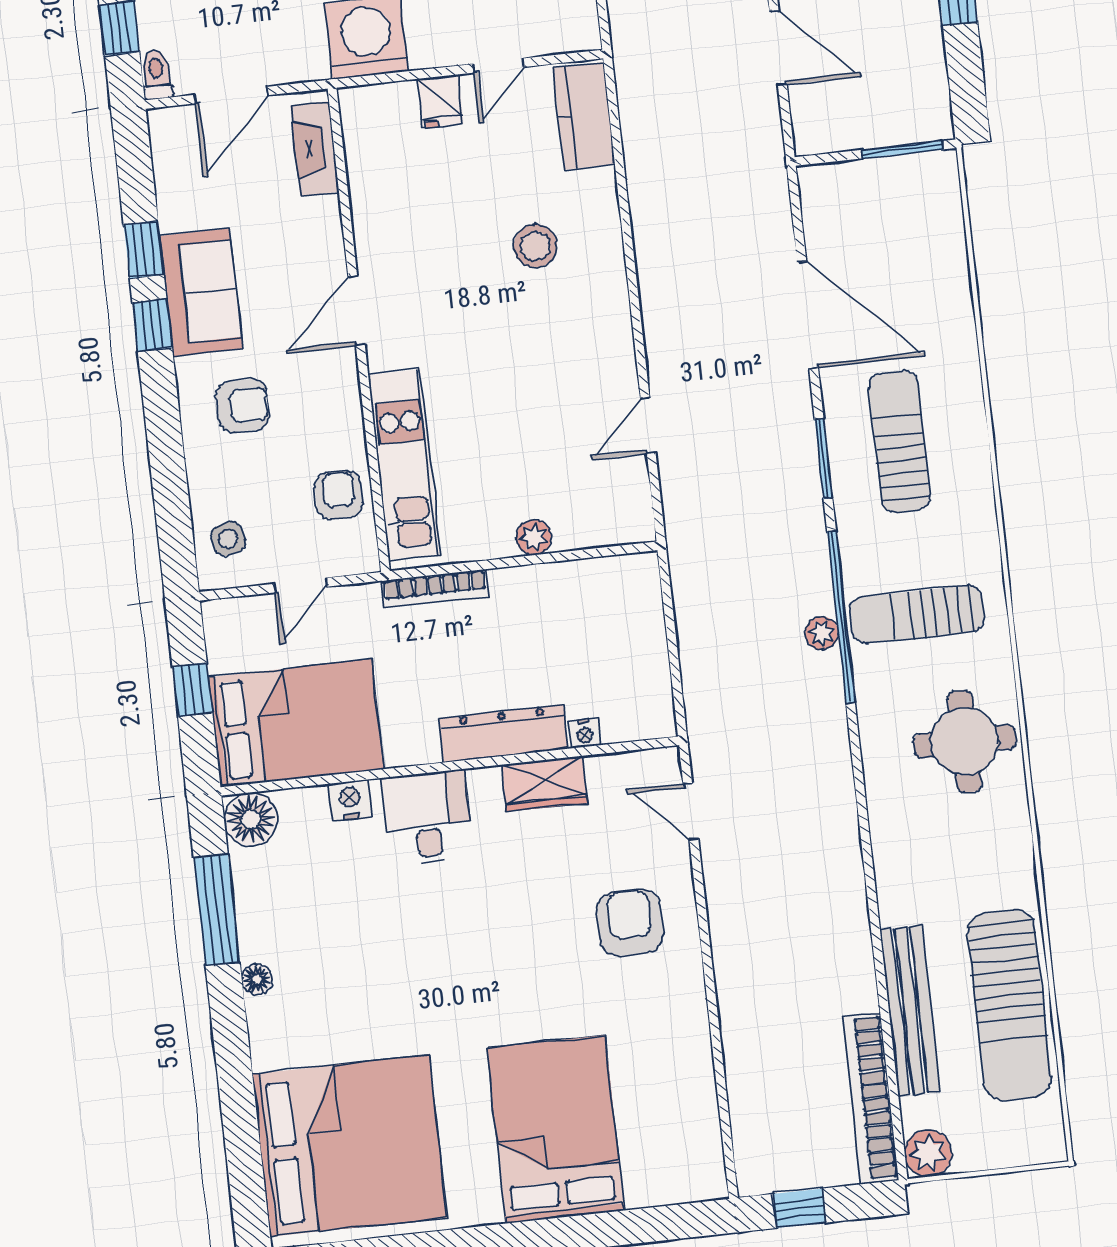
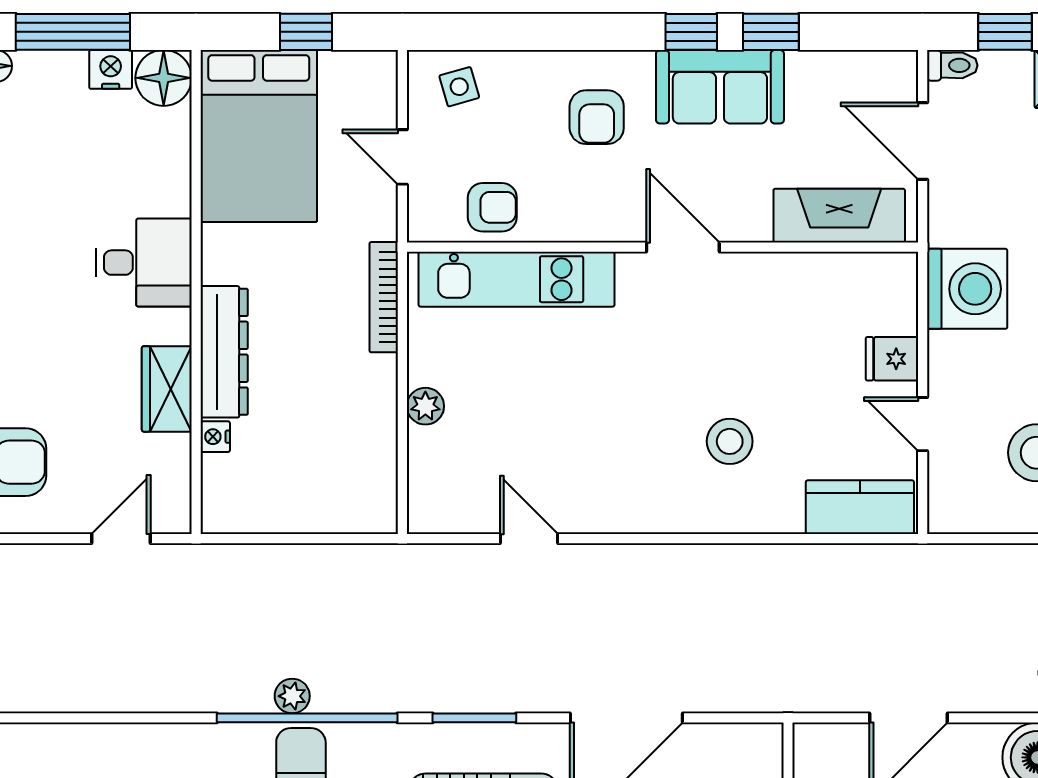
fireplace: (315, 149) -> (839, 216), width x1.37, depth x1.32
nightstand: (350, 800) -> (111, 69), moved, turned -90

